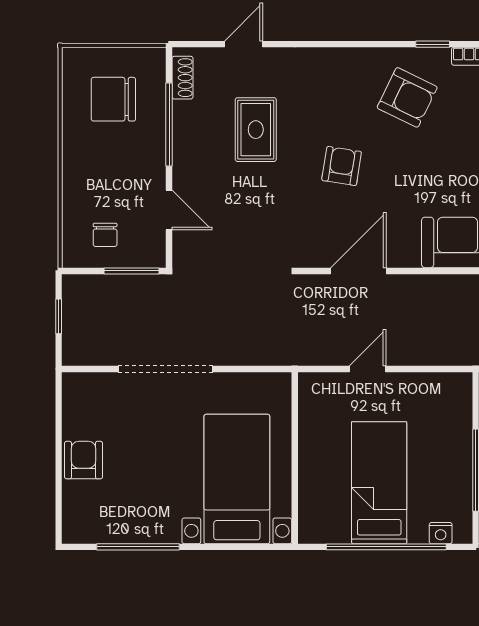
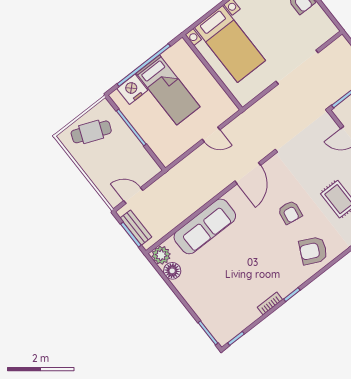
armchair: (407, 97) -> (313, 251), moved
door: (368, 369) -> (211, 135), hinge flipped
nightstand: (441, 533) -> (132, 89), width x1.89, depth x1.79

